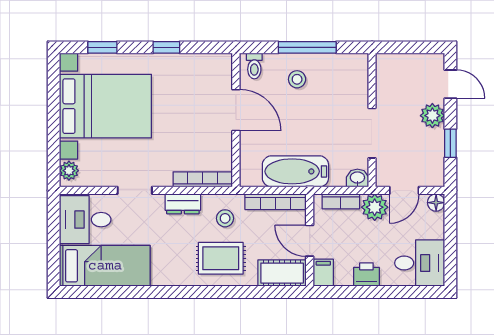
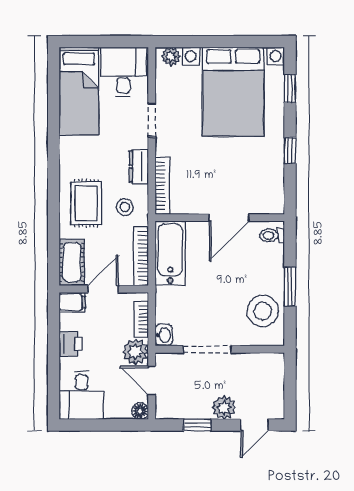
window: (307, 47) -> (290, 287), width x0.69
stool: (297, 79) -> (263, 311), moved, width x1.89, depth x1.89
bathtub: (295, 171) -> (170, 253), moved

